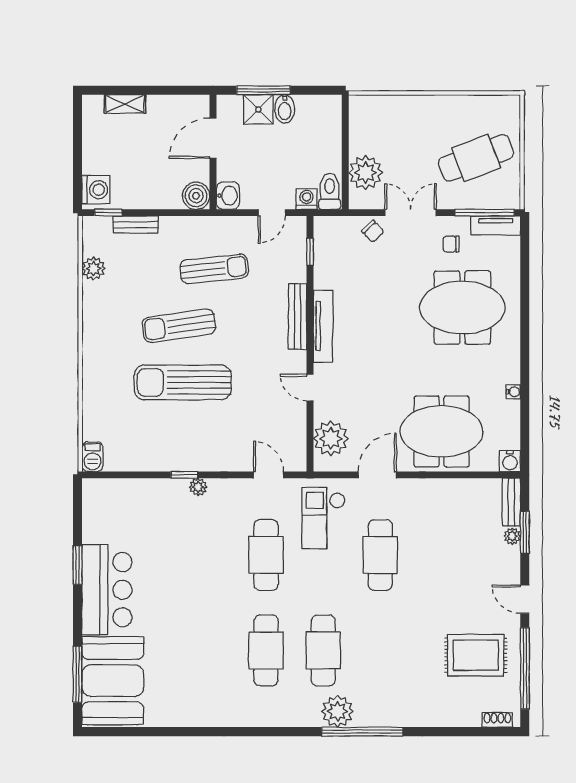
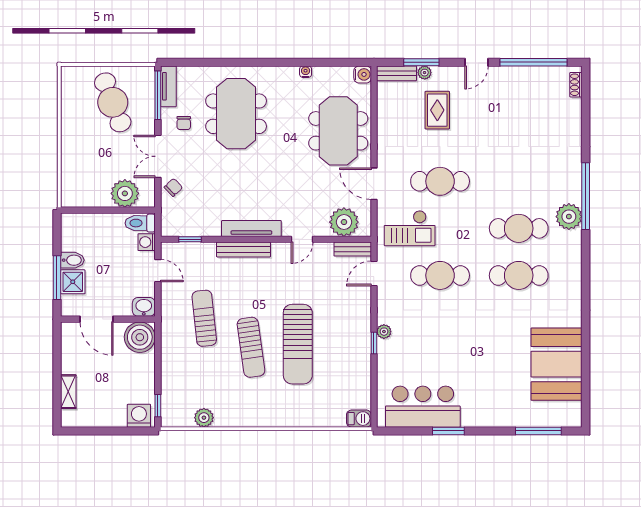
boiler: (196, 196) -> (140, 337), width x1.37, depth x1.37
bench: (136, 225) -> (353, 249), moved, turned 90
bar counter: (107, 590) -> (423, 407), moved
rug: (476, 655) -> (437, 110), moved, width x0.73, depth x0.70
booth: (113, 681) -> (557, 364), moved, turned 90

